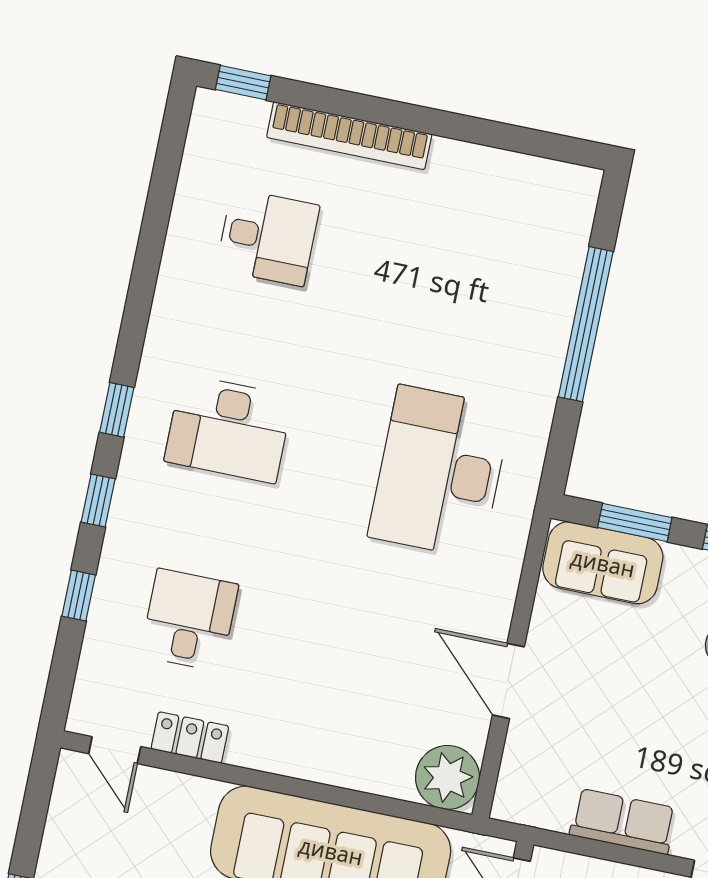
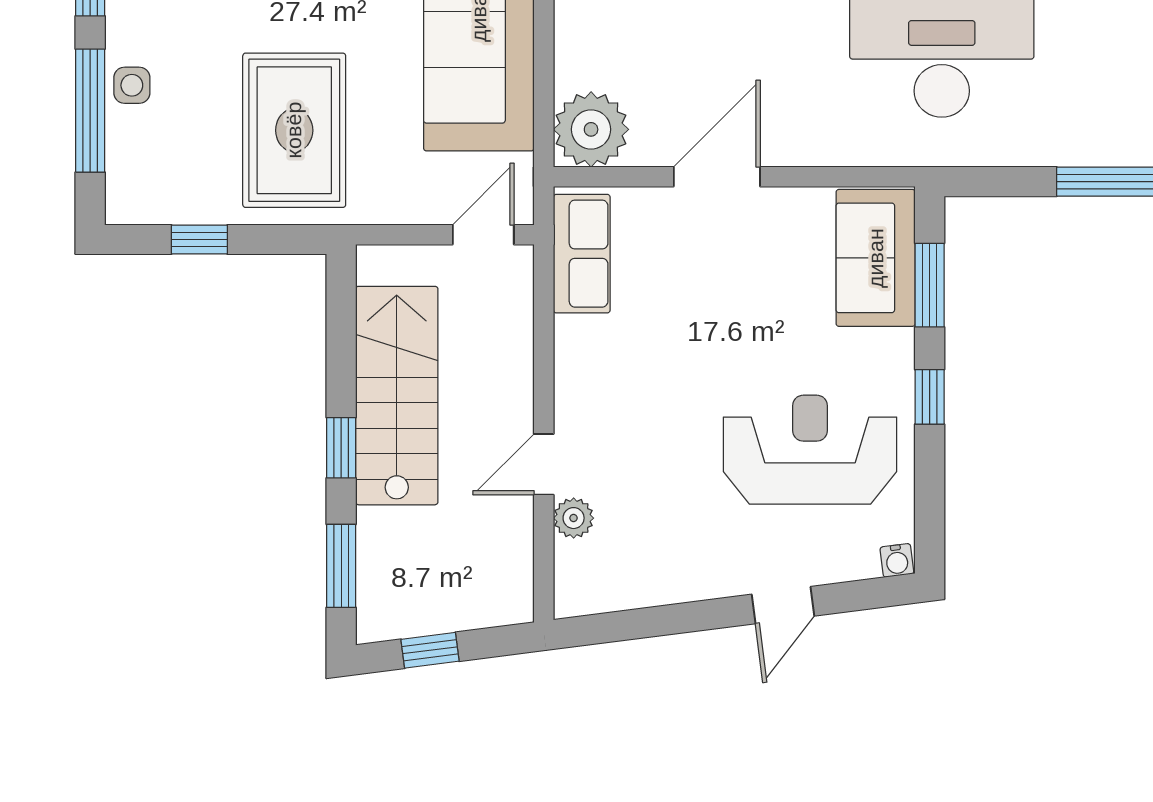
row of seats: (623, 821) -> (582, 254), moved

